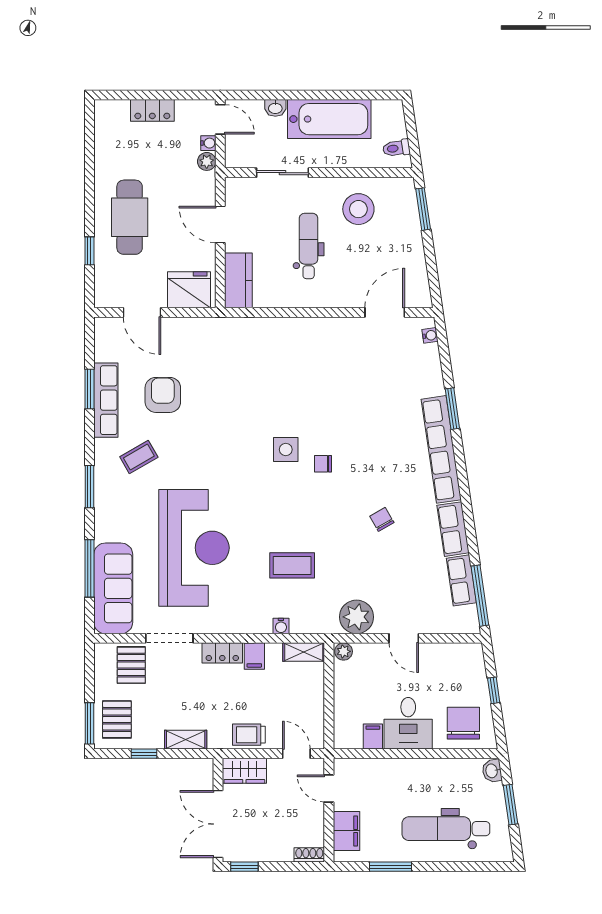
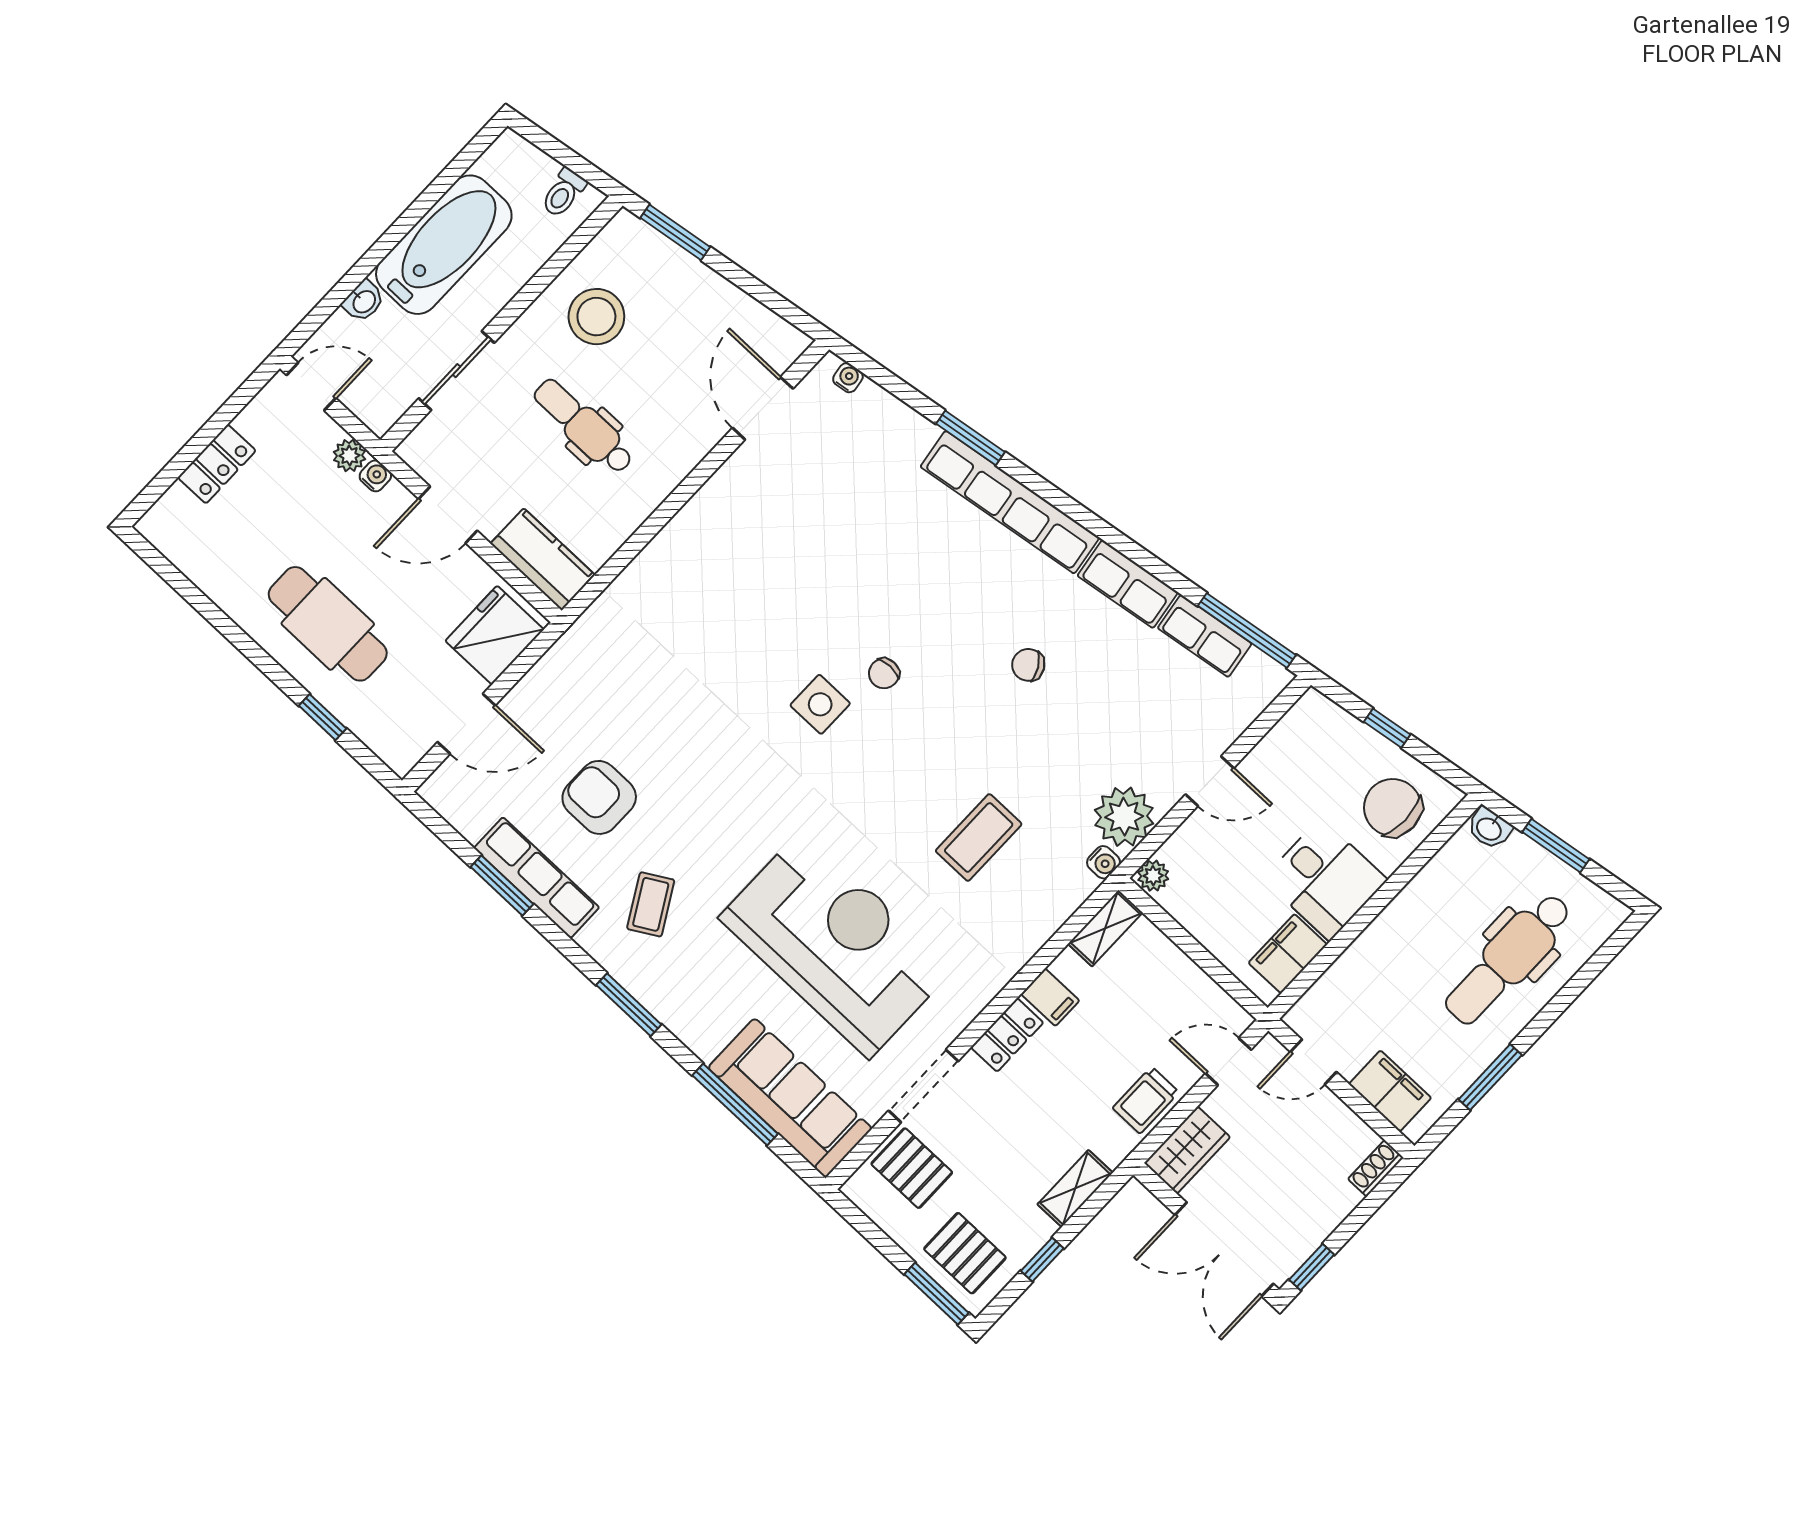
water cooler: (208, 143) -> (375, 476), moved
water cooler: (281, 626) -> (1103, 862), moved
filing cabinet: (373, 736) -> (1288, 954), width x2.00

